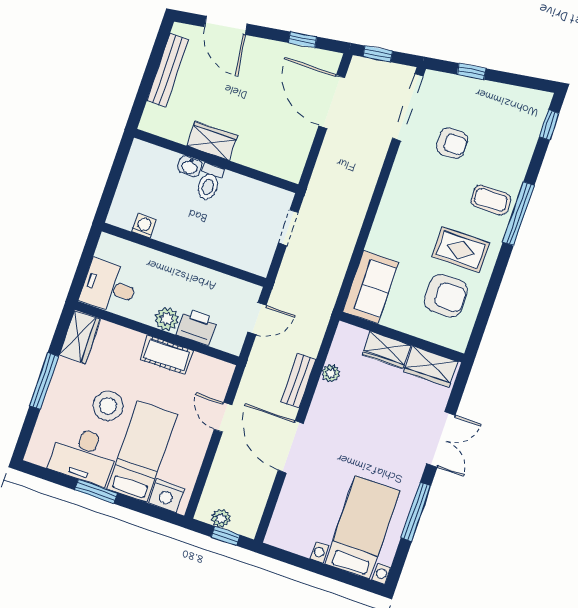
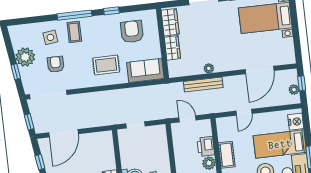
plant: (488, 99) -> (25, 57), added
window: (549, 125) -> (111, 11), moved
side table: (501, 156) -> (50, 37), added
rug: (461, 250) -> (106, 65), moved, turned 90
plant: (331, 373) -> (209, 68), moved
bench: (298, 381) -> (203, 85), width x1.36
door: (291, 447) -> (260, 70), moved

